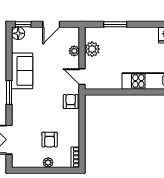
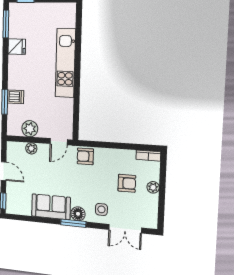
floor lamp: (18, 33) -> (78, 214), moved
dishwasher: (120, 35) -> (15, 97), added
side table: (24, 118) -> (101, 209), added

